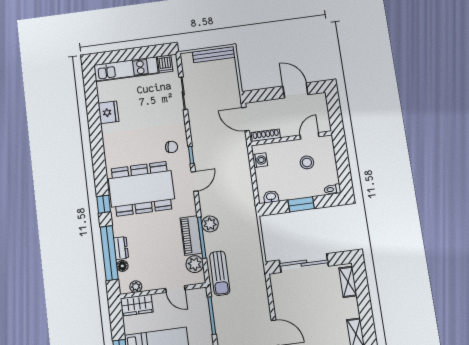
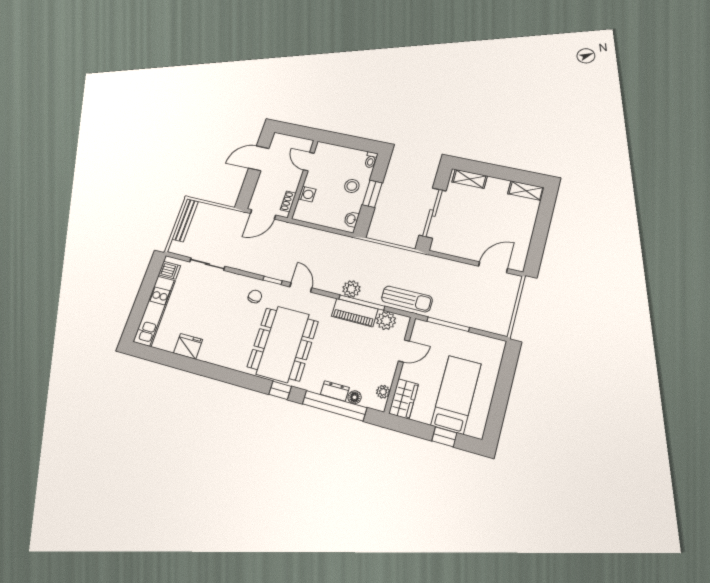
shoe rack: (266, 135) -> (288, 201), width x0.70
washing machine: (260, 160) -> (307, 194), moved, turned 90
stool: (307, 162) -> (352, 186), moved

